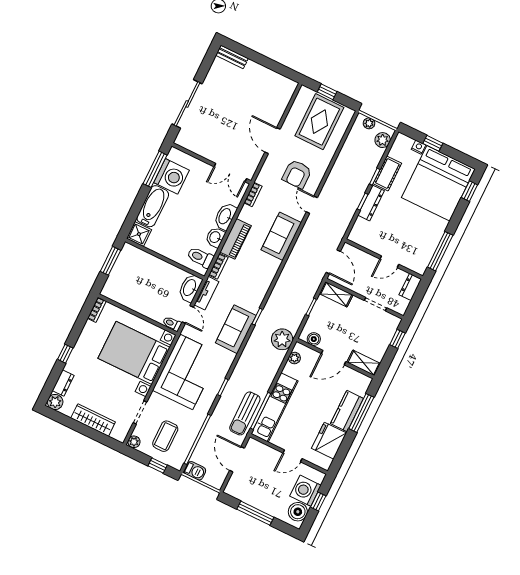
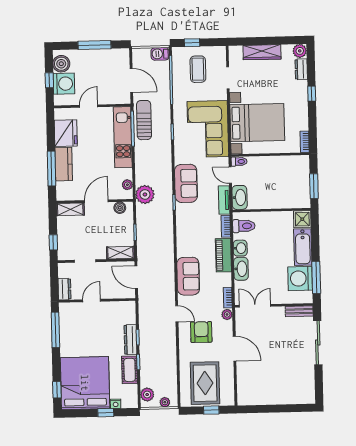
bench: (232, 57) -> (299, 311), moved
plant: (134, 442) -> (227, 314), moved

